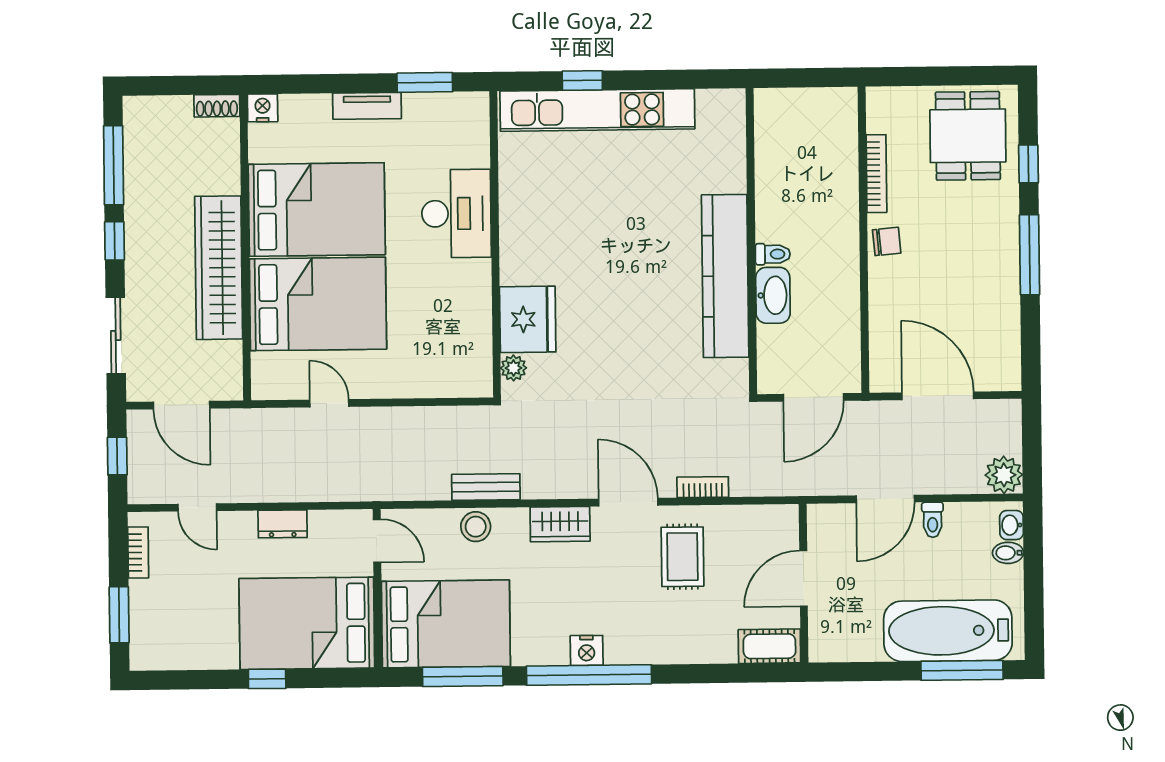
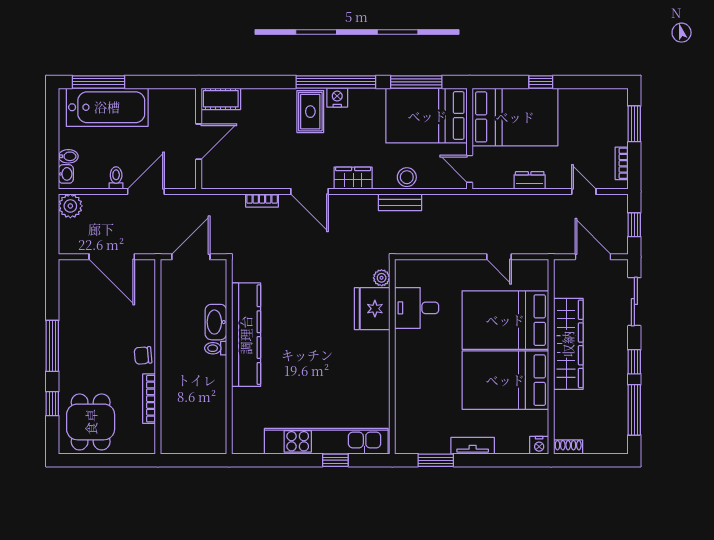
desk: (456, 214) -> (417, 308), moved, width x0.73
rug: (682, 557) -> (310, 112), moved

